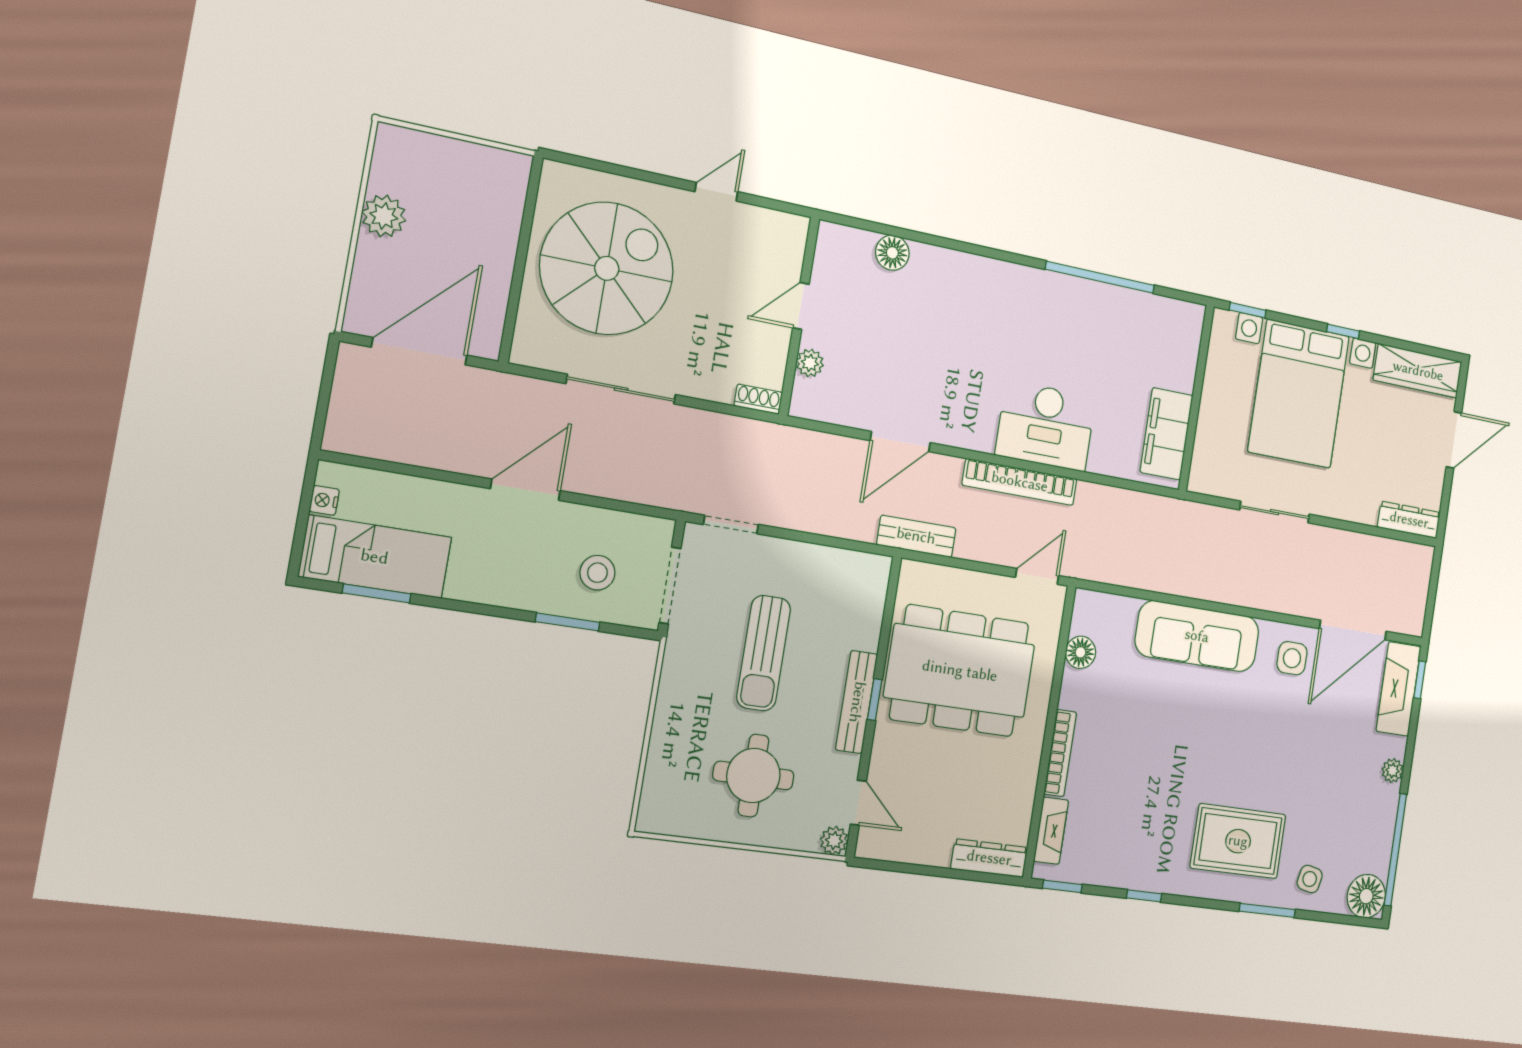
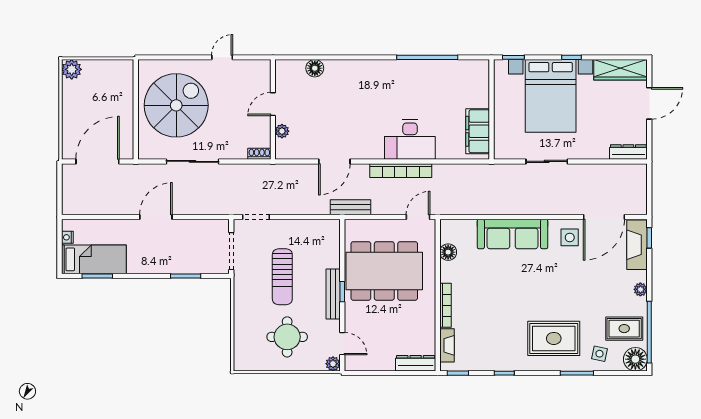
plant: (384, 216) -> (72, 69), moved
stool: (597, 573) -> (196, 250), removed
rug: (1356, 838) -> (624, 329), added

